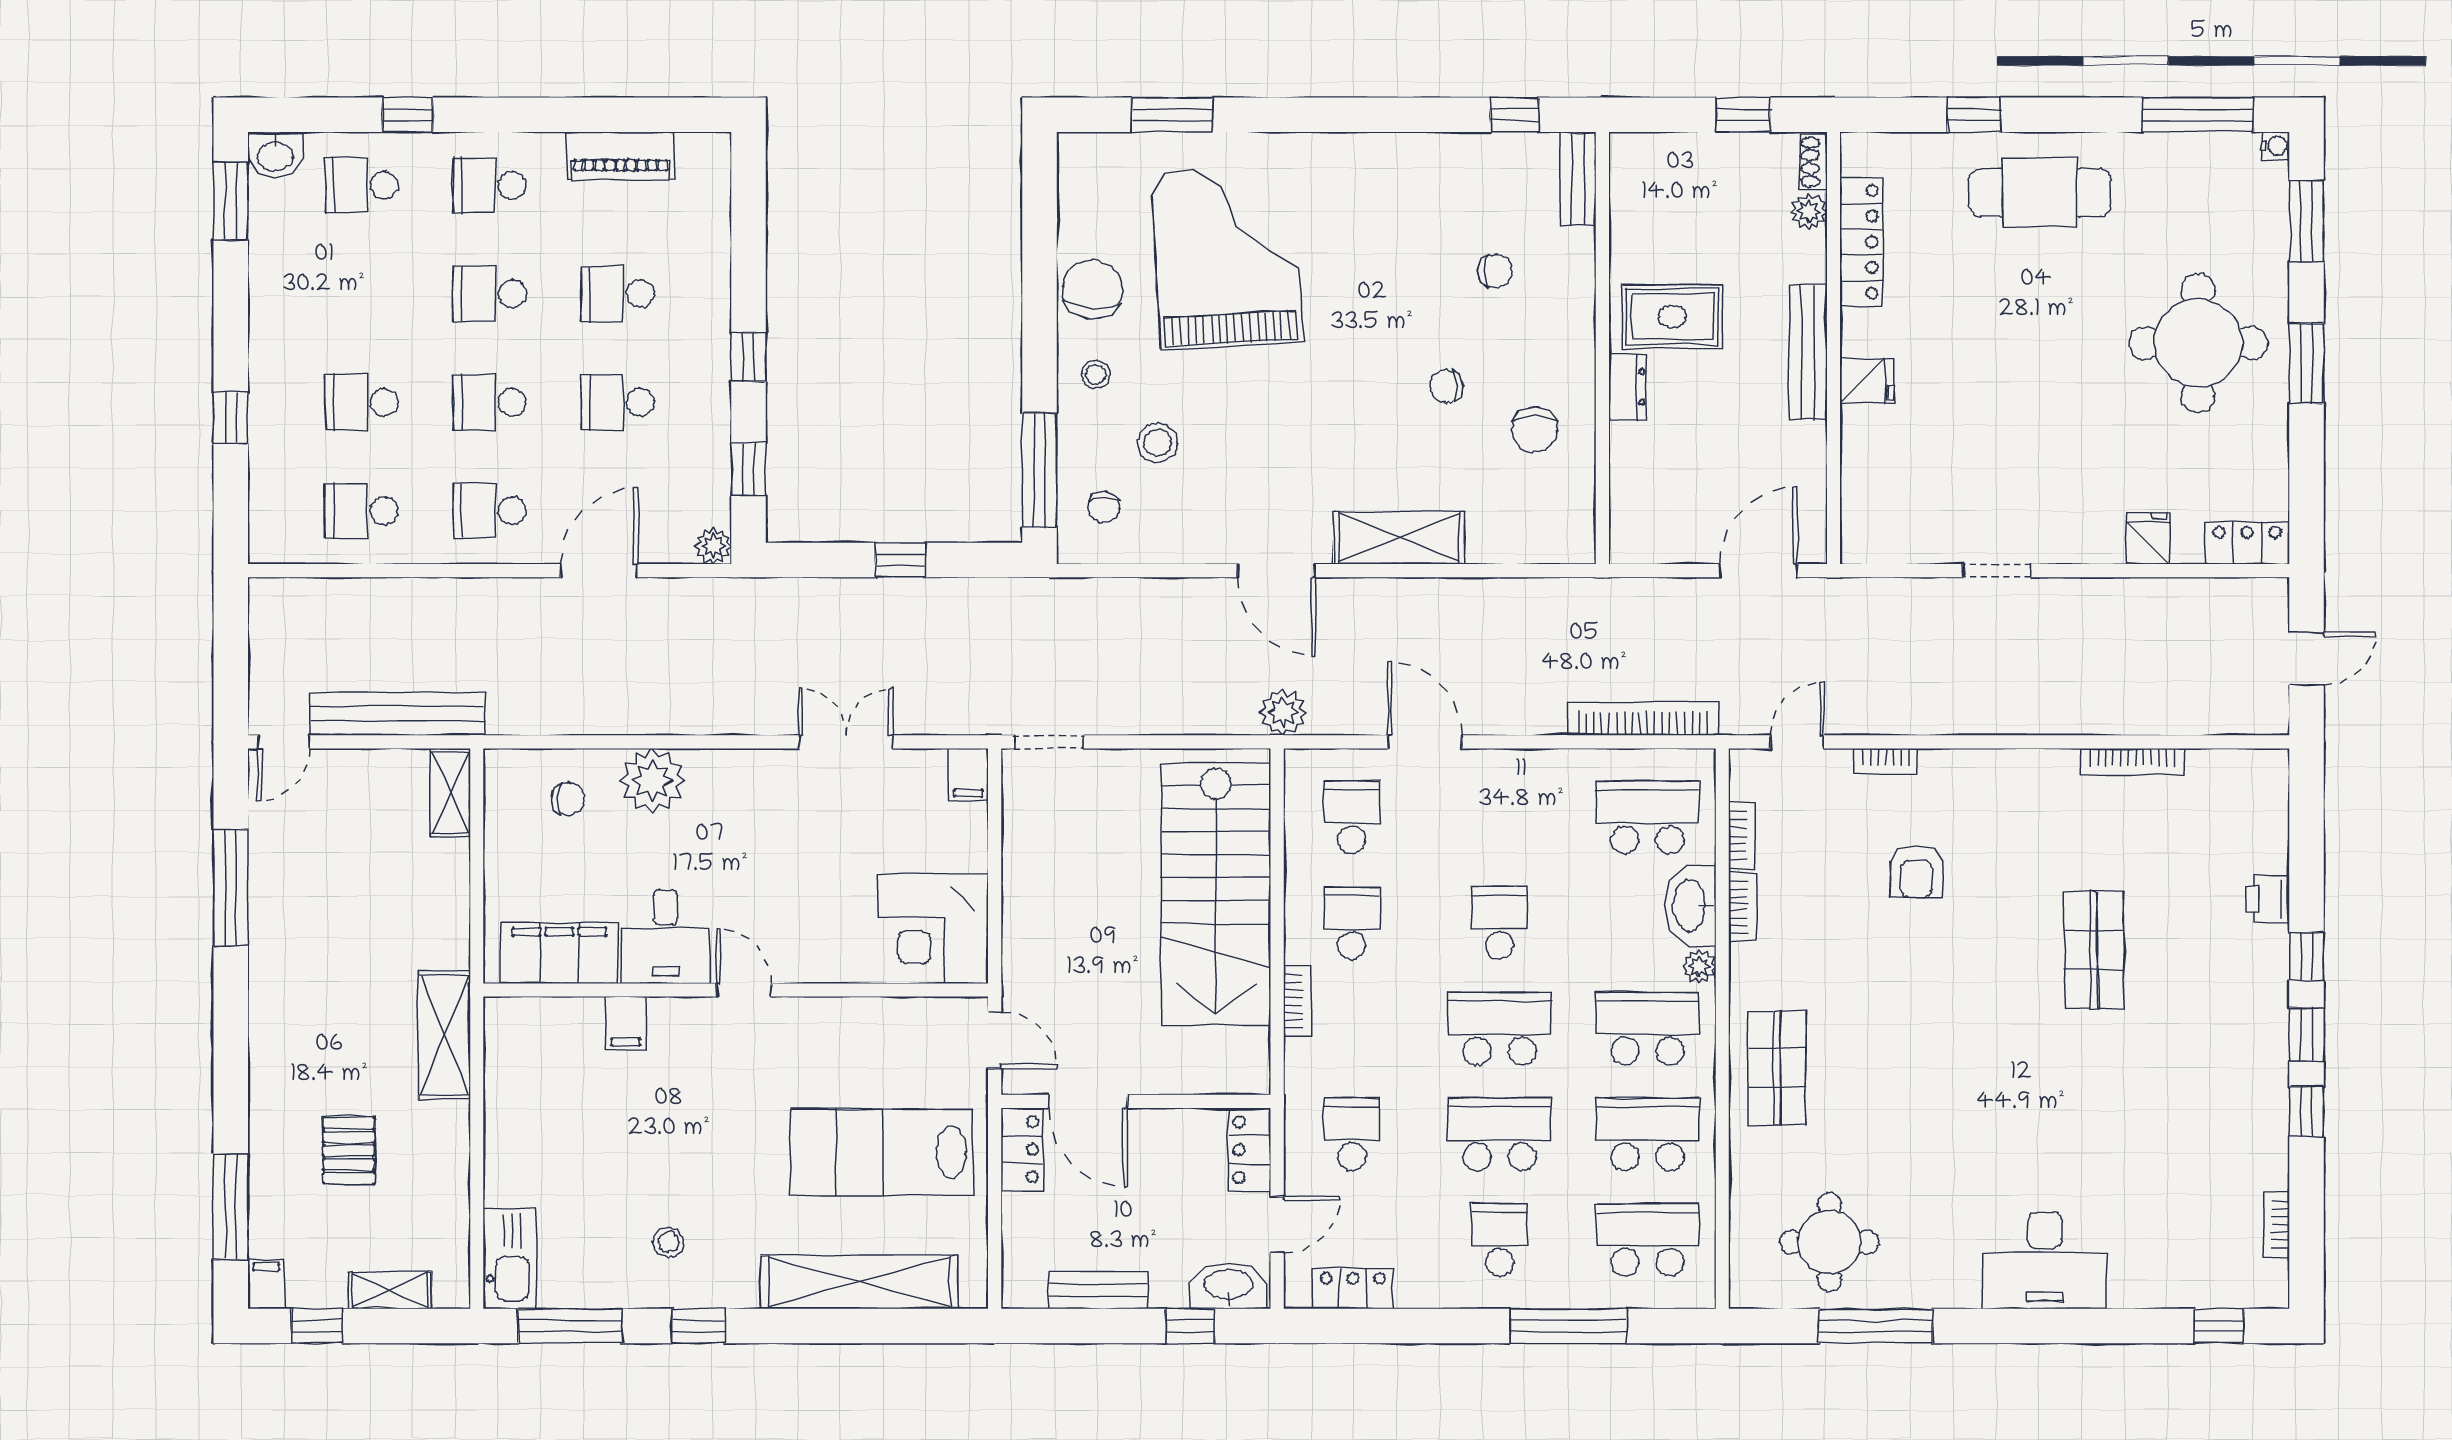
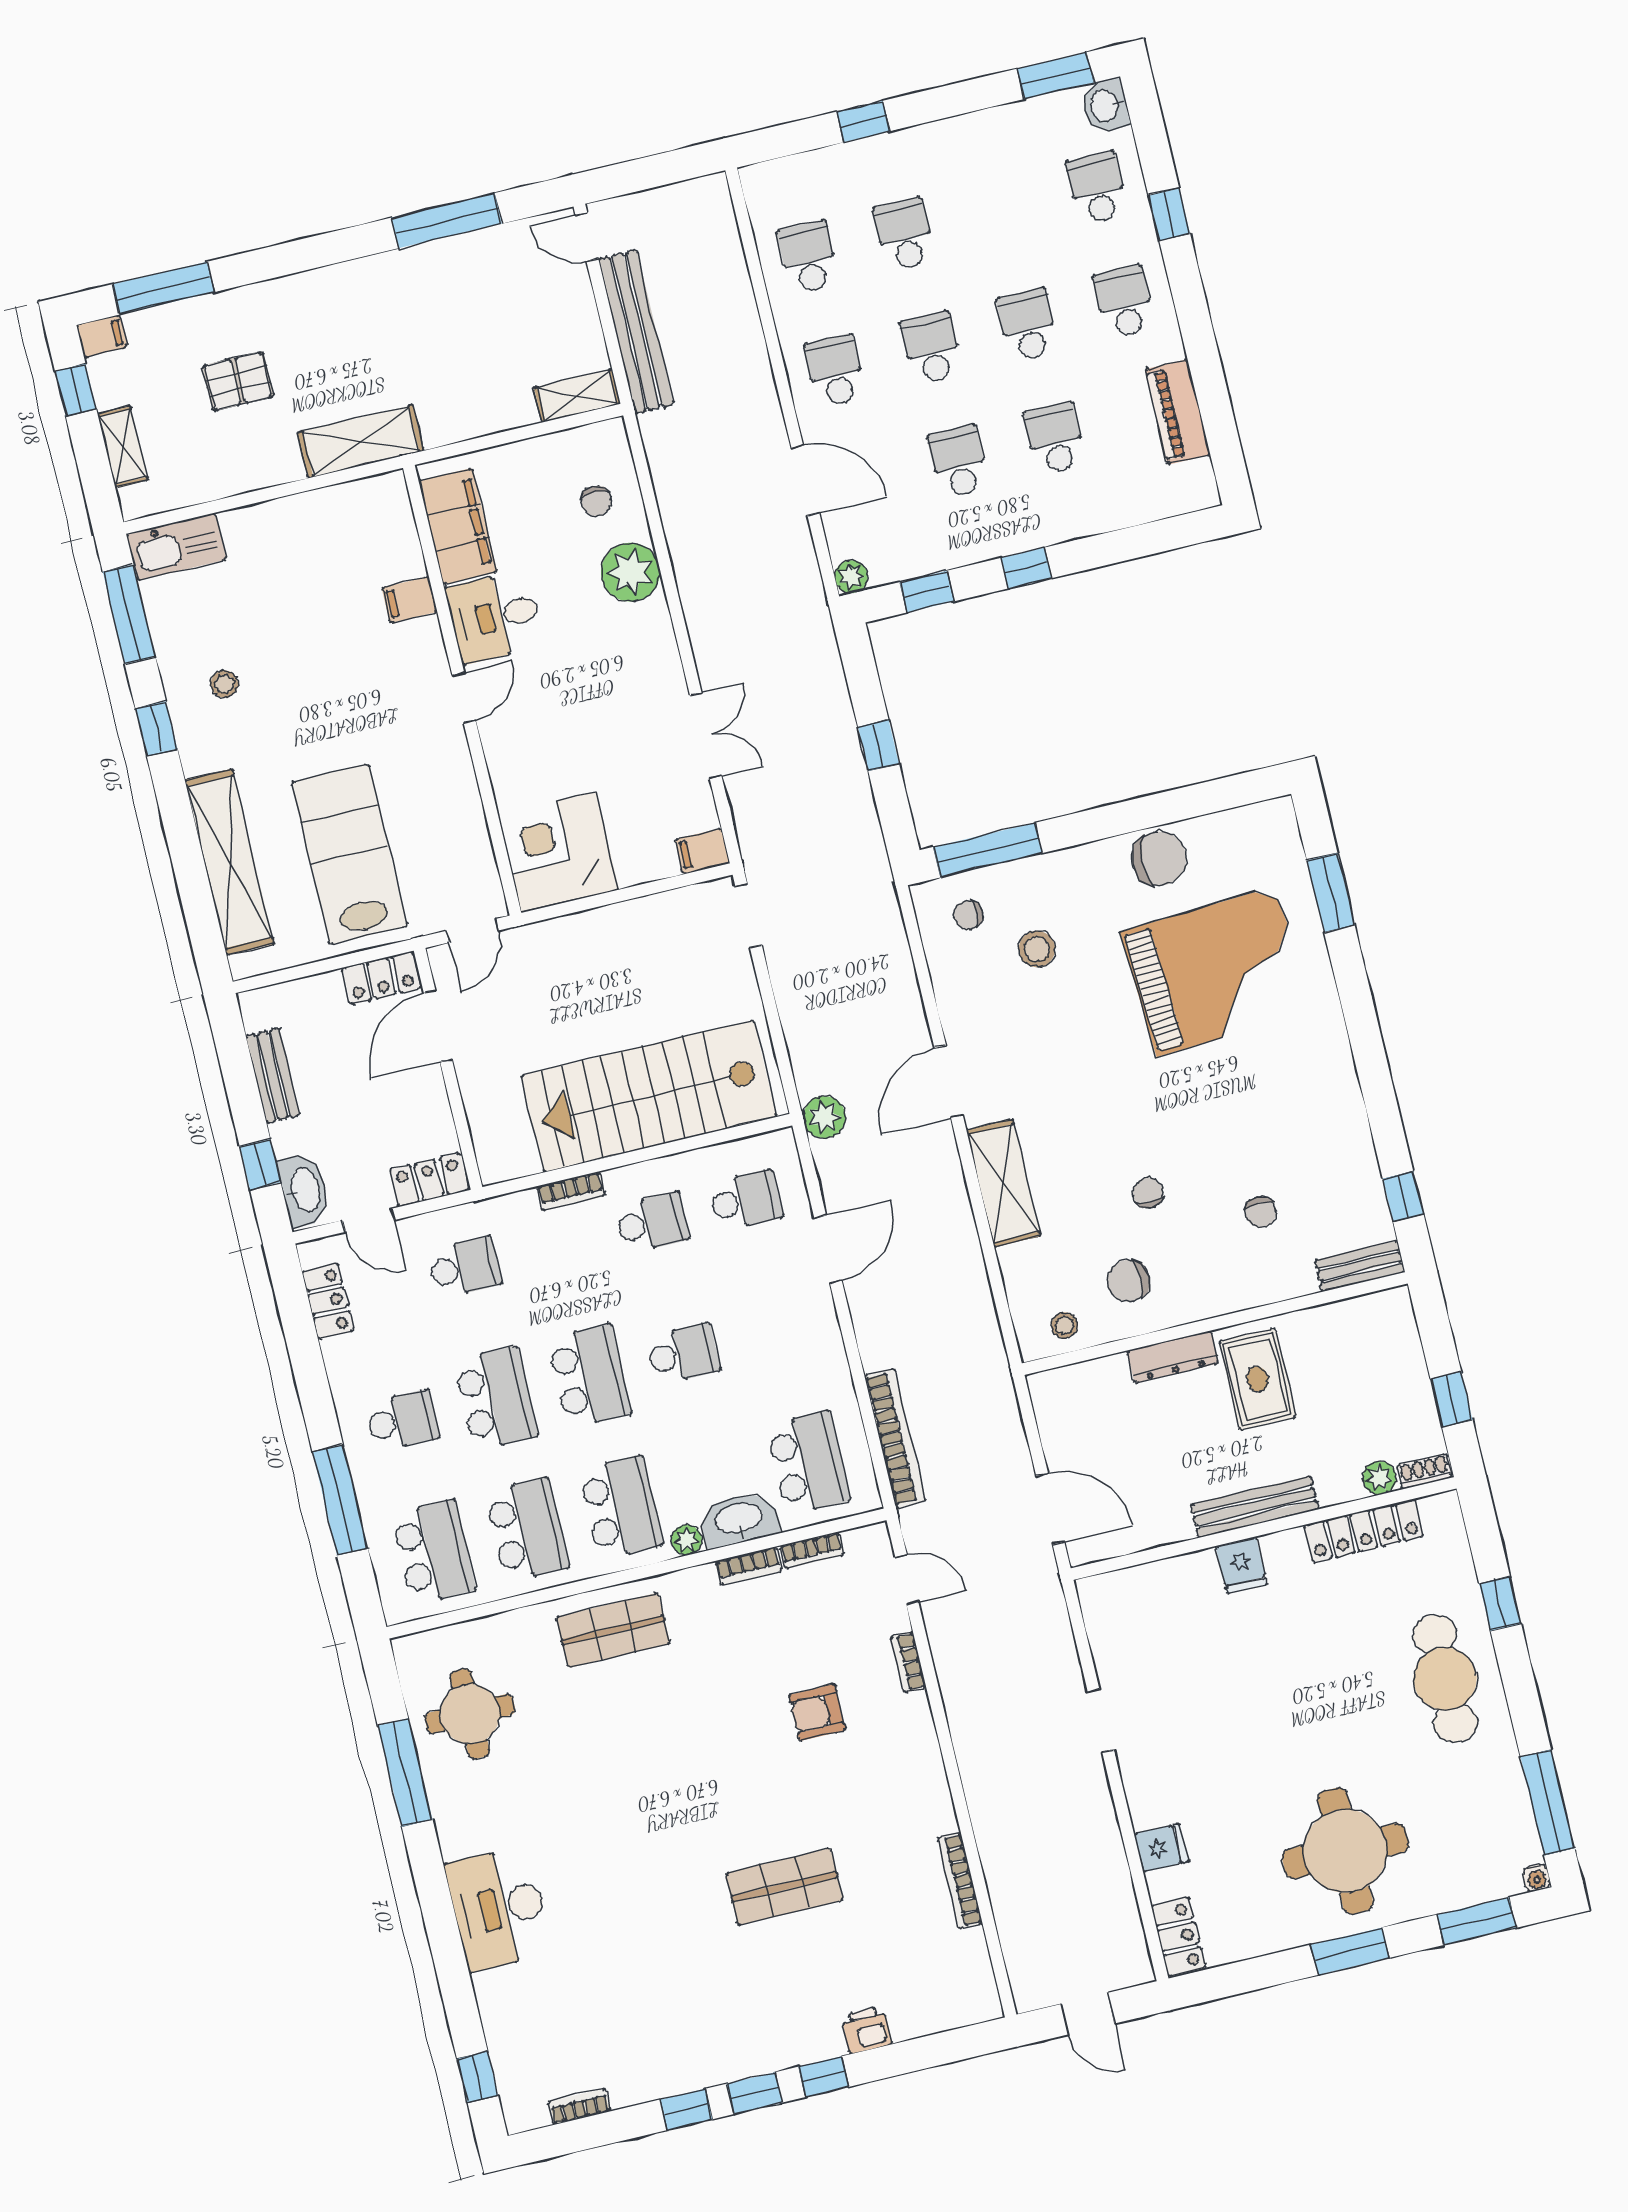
stool: (1096, 375) -> (1064, 1325), moved
dresser: (1627, 387) -> (1173, 1357), width x1.44

